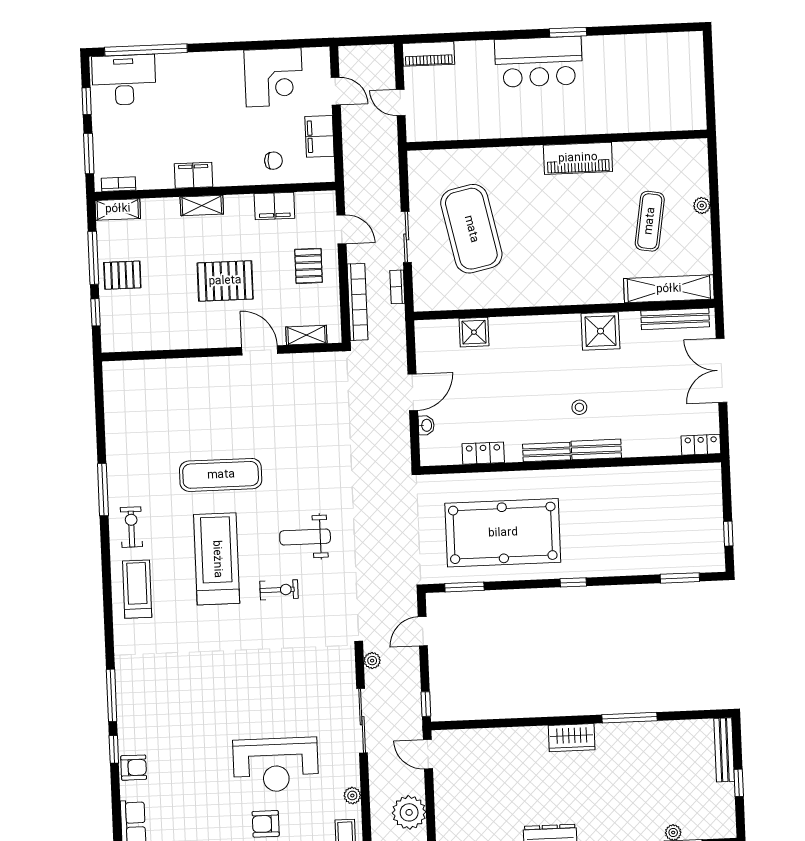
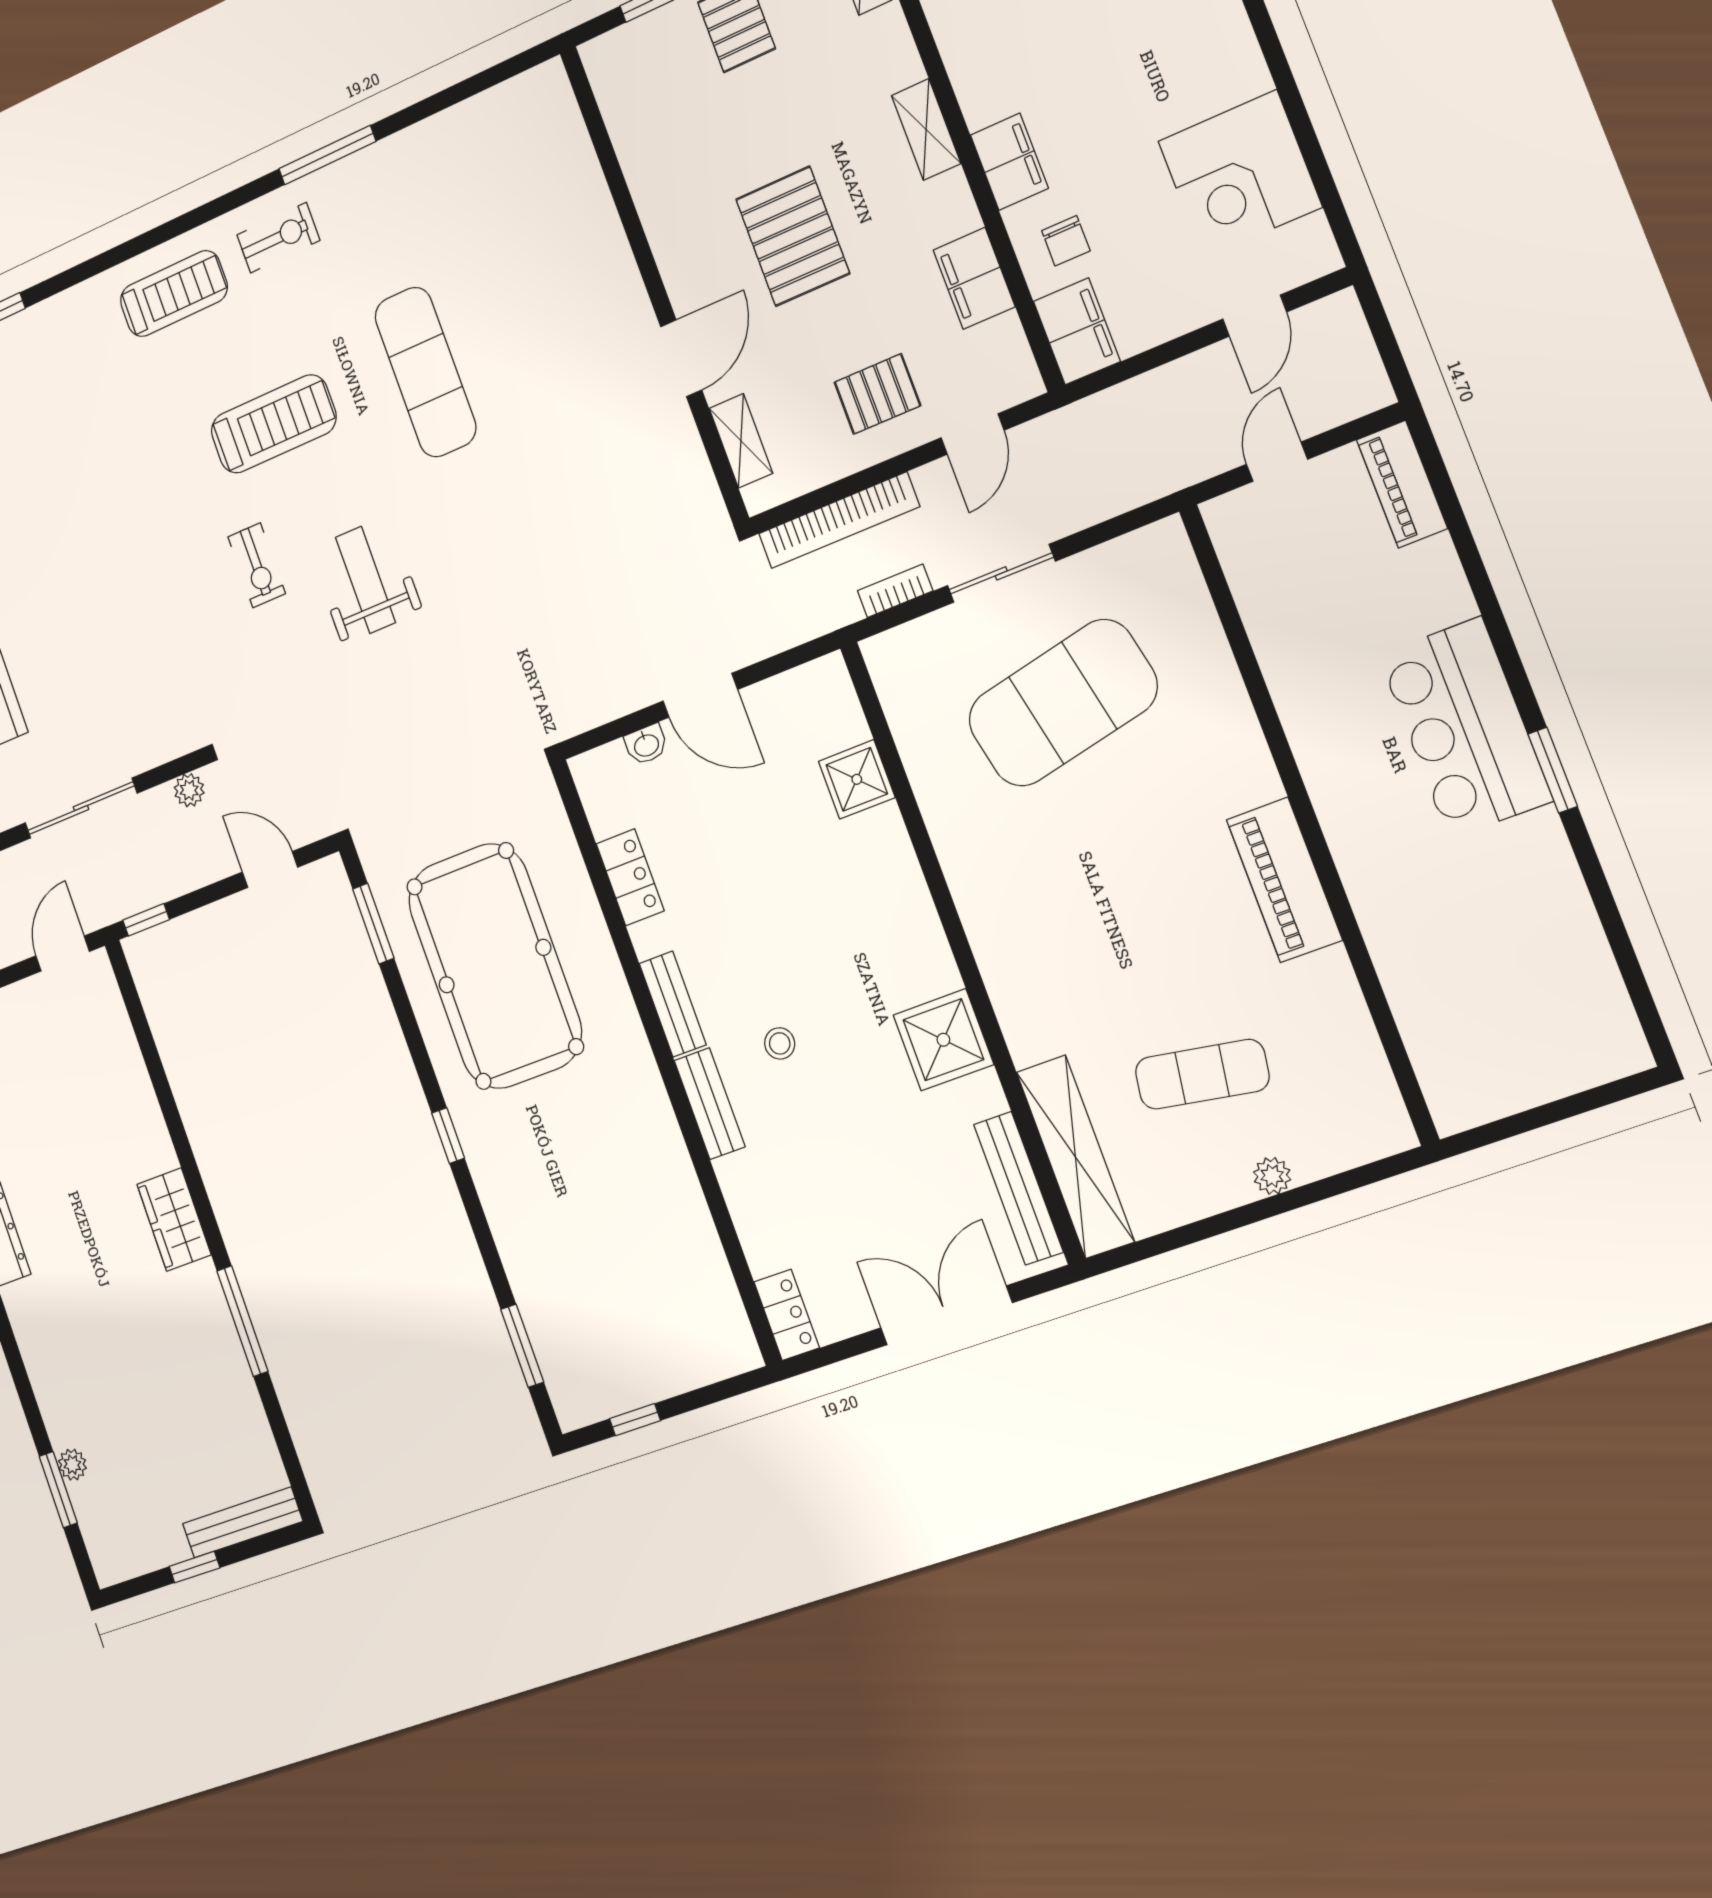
filing cabinet: (320, 136) -> (1077, 331), moved, turned 90
filing cabinet: (193, 175) -> (1009, 162), moved
treadmill: (217, 559) -> (274, 424), width x0.73, depth x0.73

